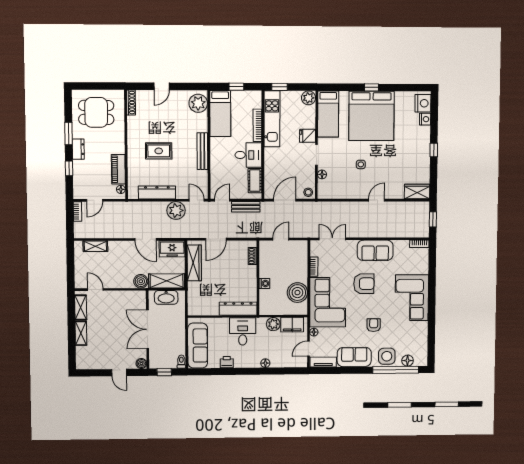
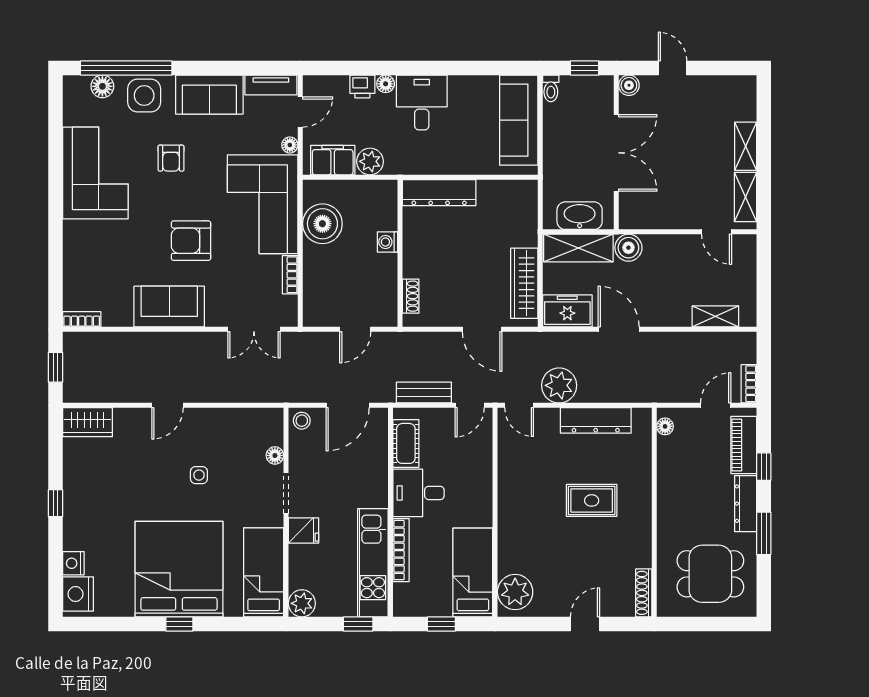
dresser: (78, 149) -> (746, 504), width x1.44
bench: (202, 151) -> (507, 500), removed
piano: (118, 169) -> (744, 445), moved, turned 180
door: (216, 239) -> (482, 329), swing flipped
corner sofa: (412, 298) -> (95, 173), moved
desk: (243, 331) -> (422, 102), moved, turned 180
printer: (227, 362) -> (362, 86), moved

